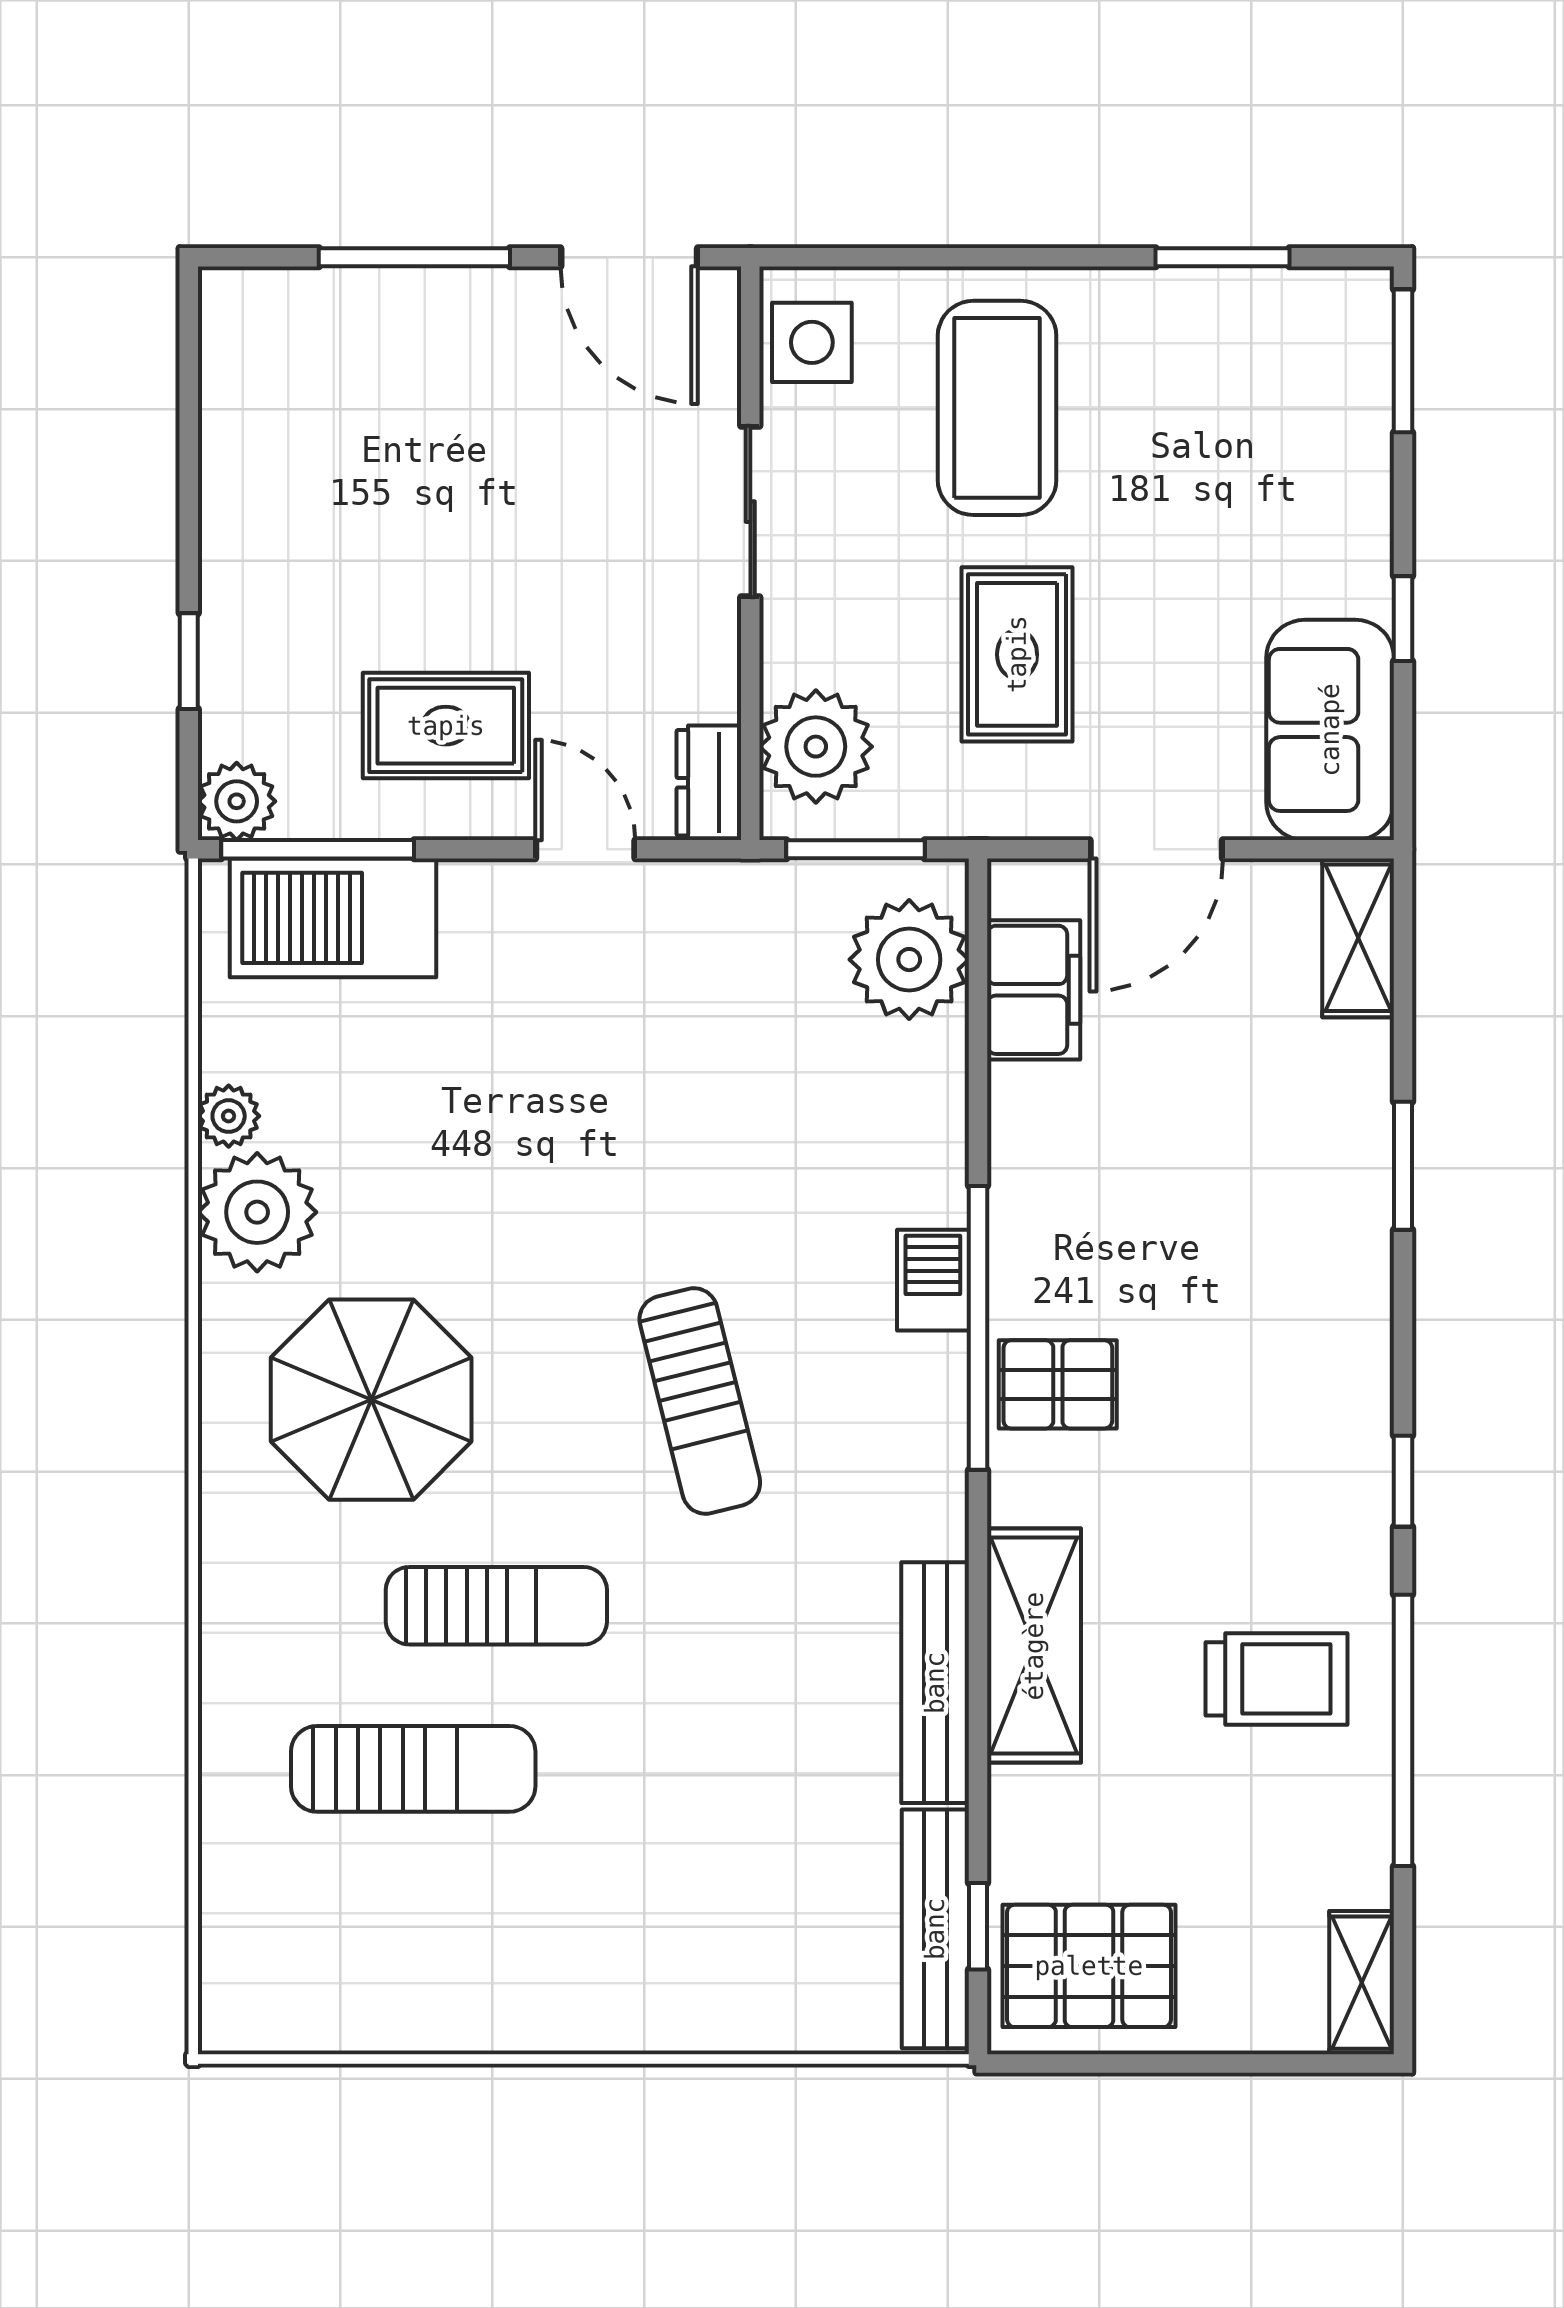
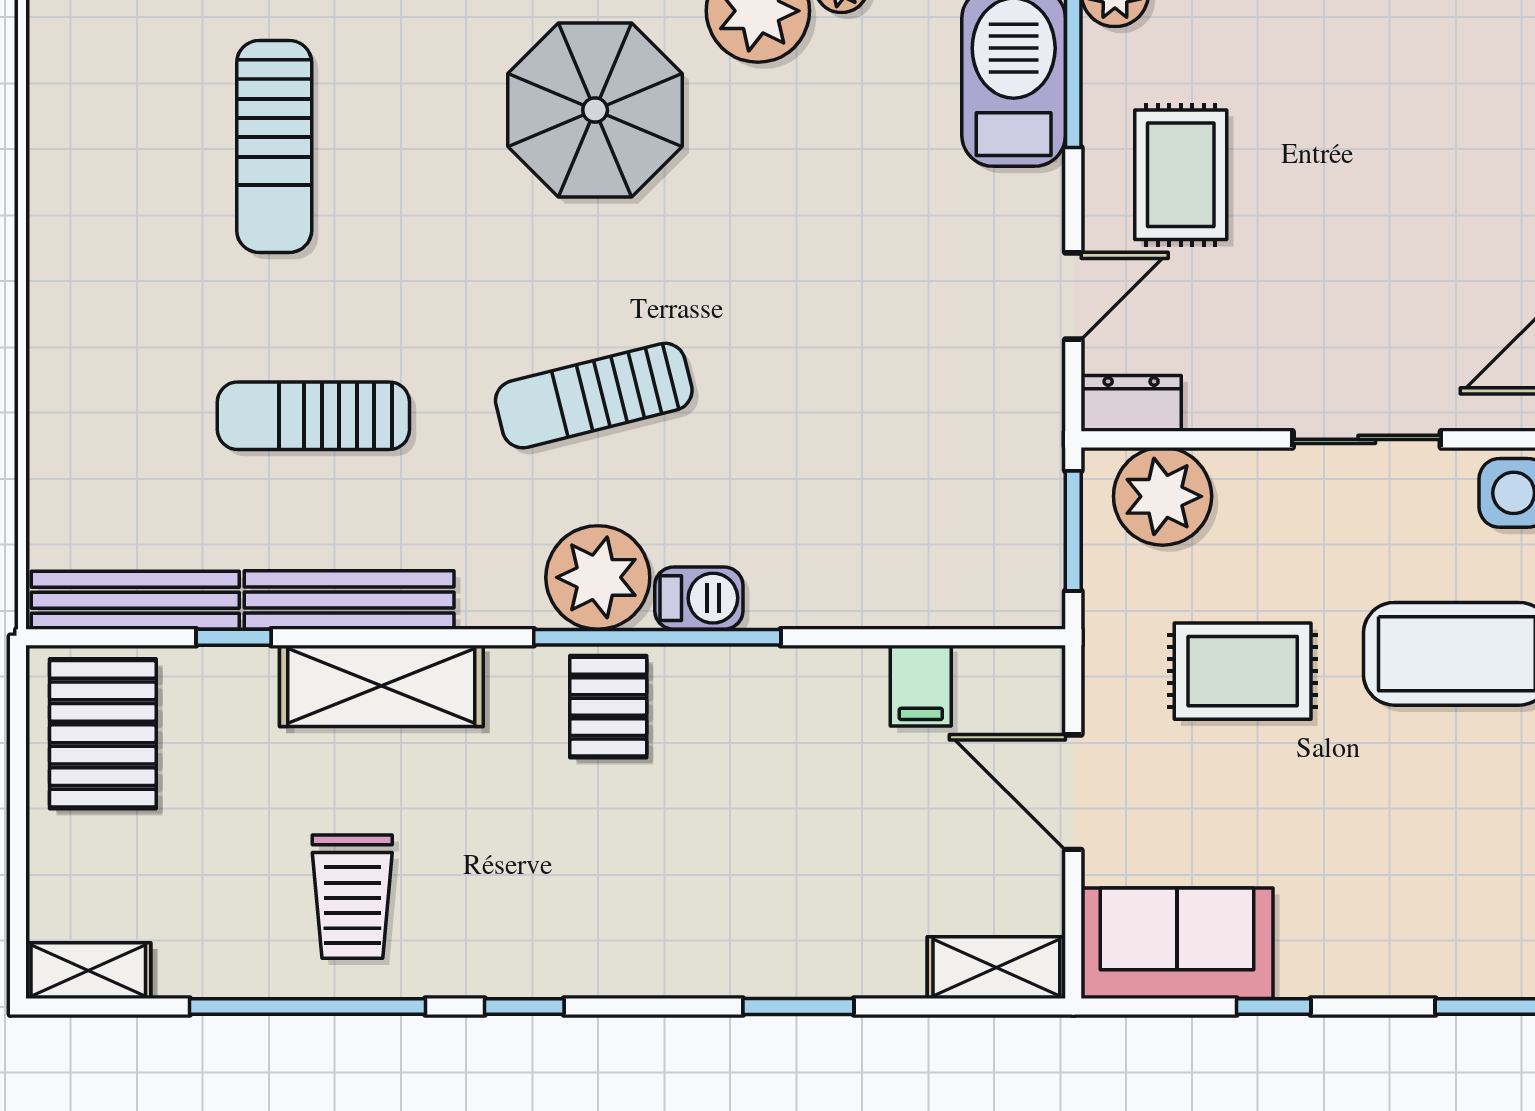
plant: (909, 960) -> (598, 577), moved
filing cabinet: (1034, 990) -> (921, 686), width x0.50
sun lounger: (496, 1606) -> (313, 416), moved, turned 90
window: (978, 1926) -> (234, 637), moved

